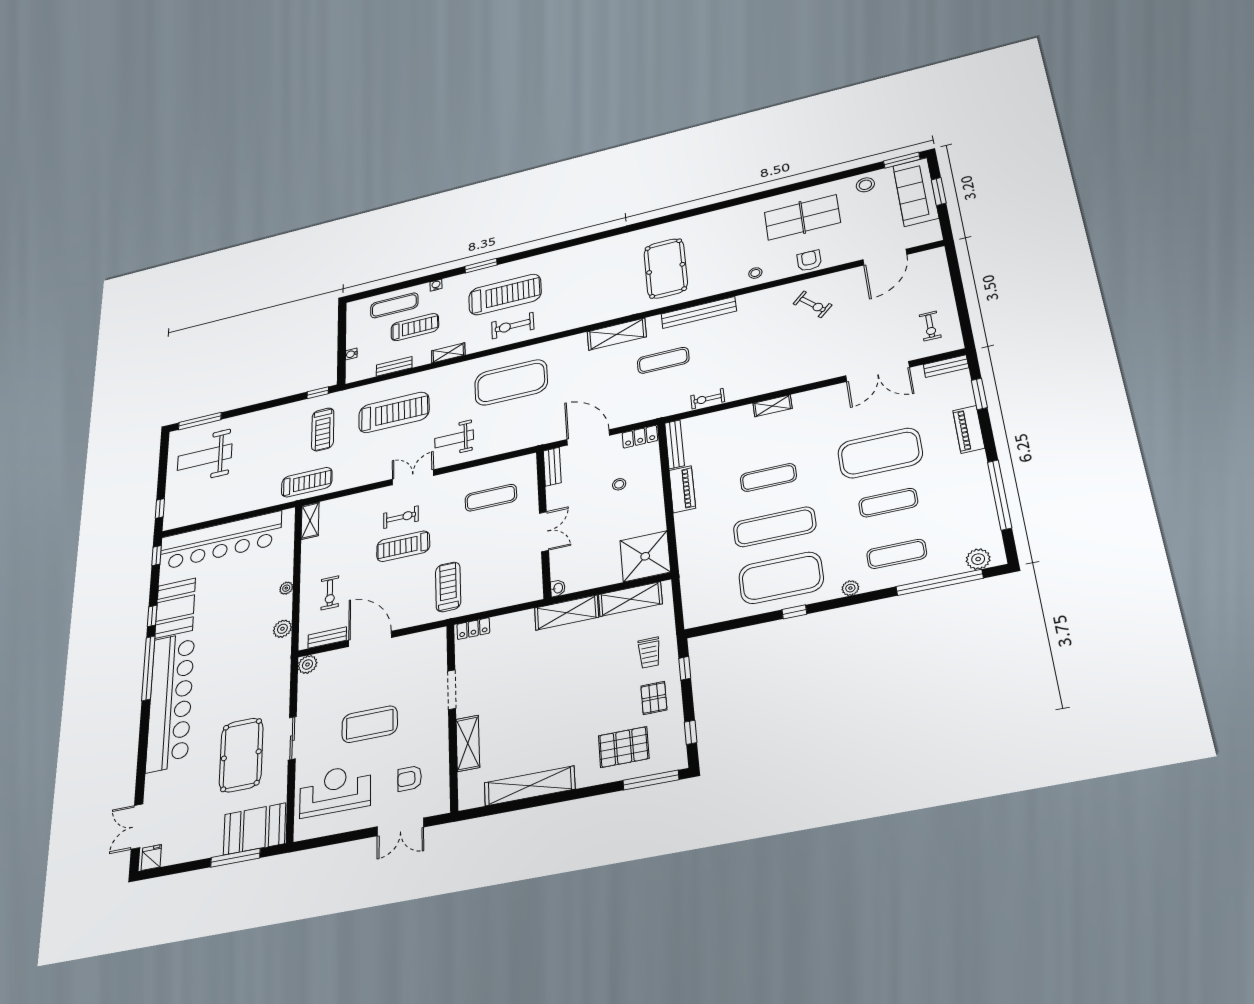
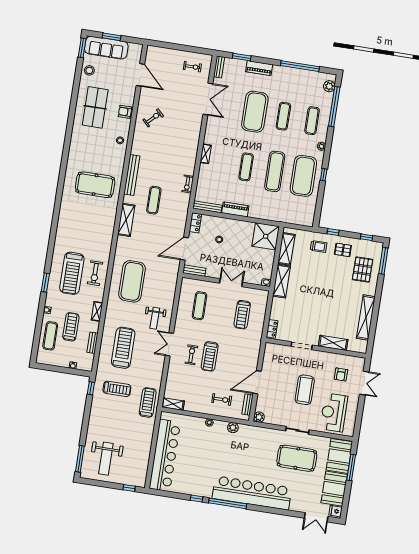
treadmill: (505, 295) -> (72, 273), turned 180
window: (156, 556) -> (159, 493), removed
treadmill: (448, 587) -> (242, 315), moved, turned -90
booth: (175, 608) -> (334, 489), moved, turned 90

